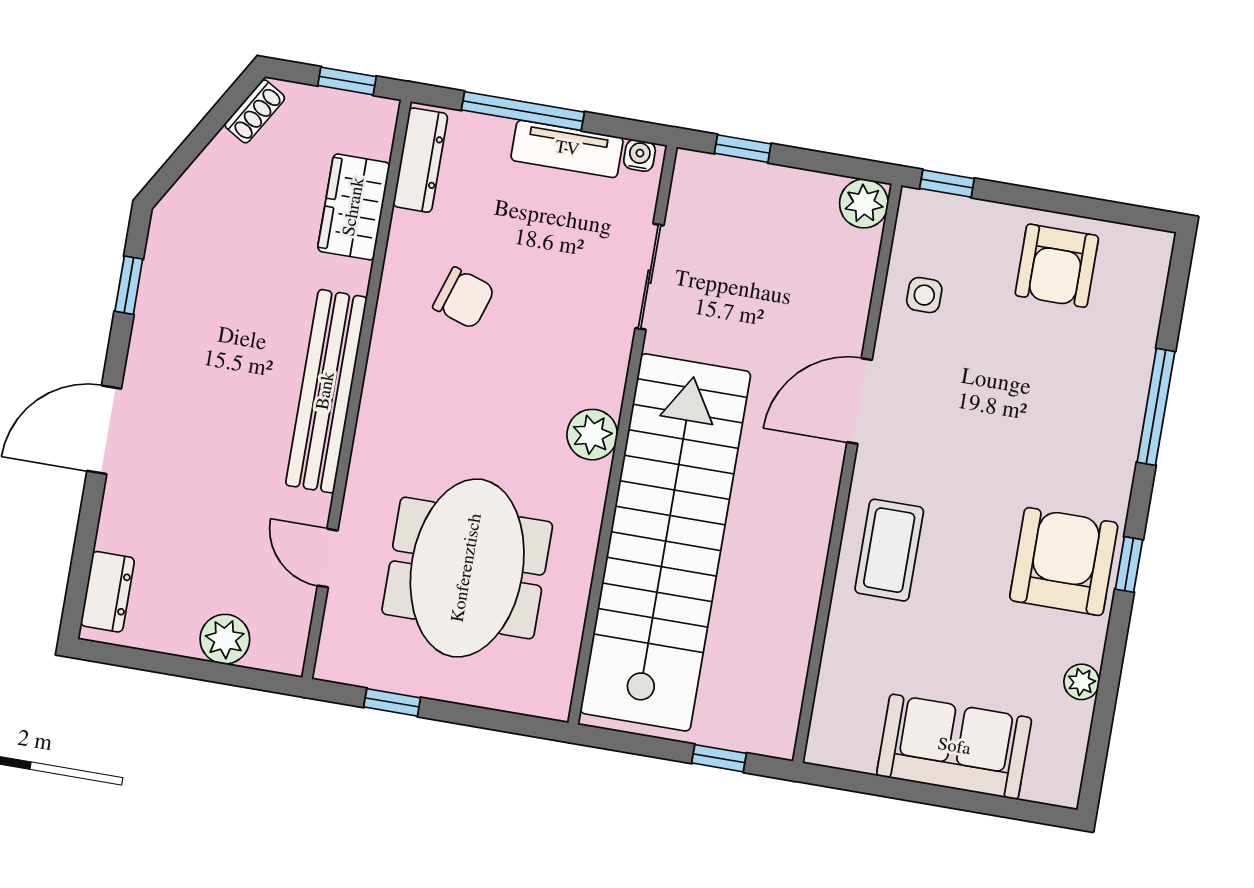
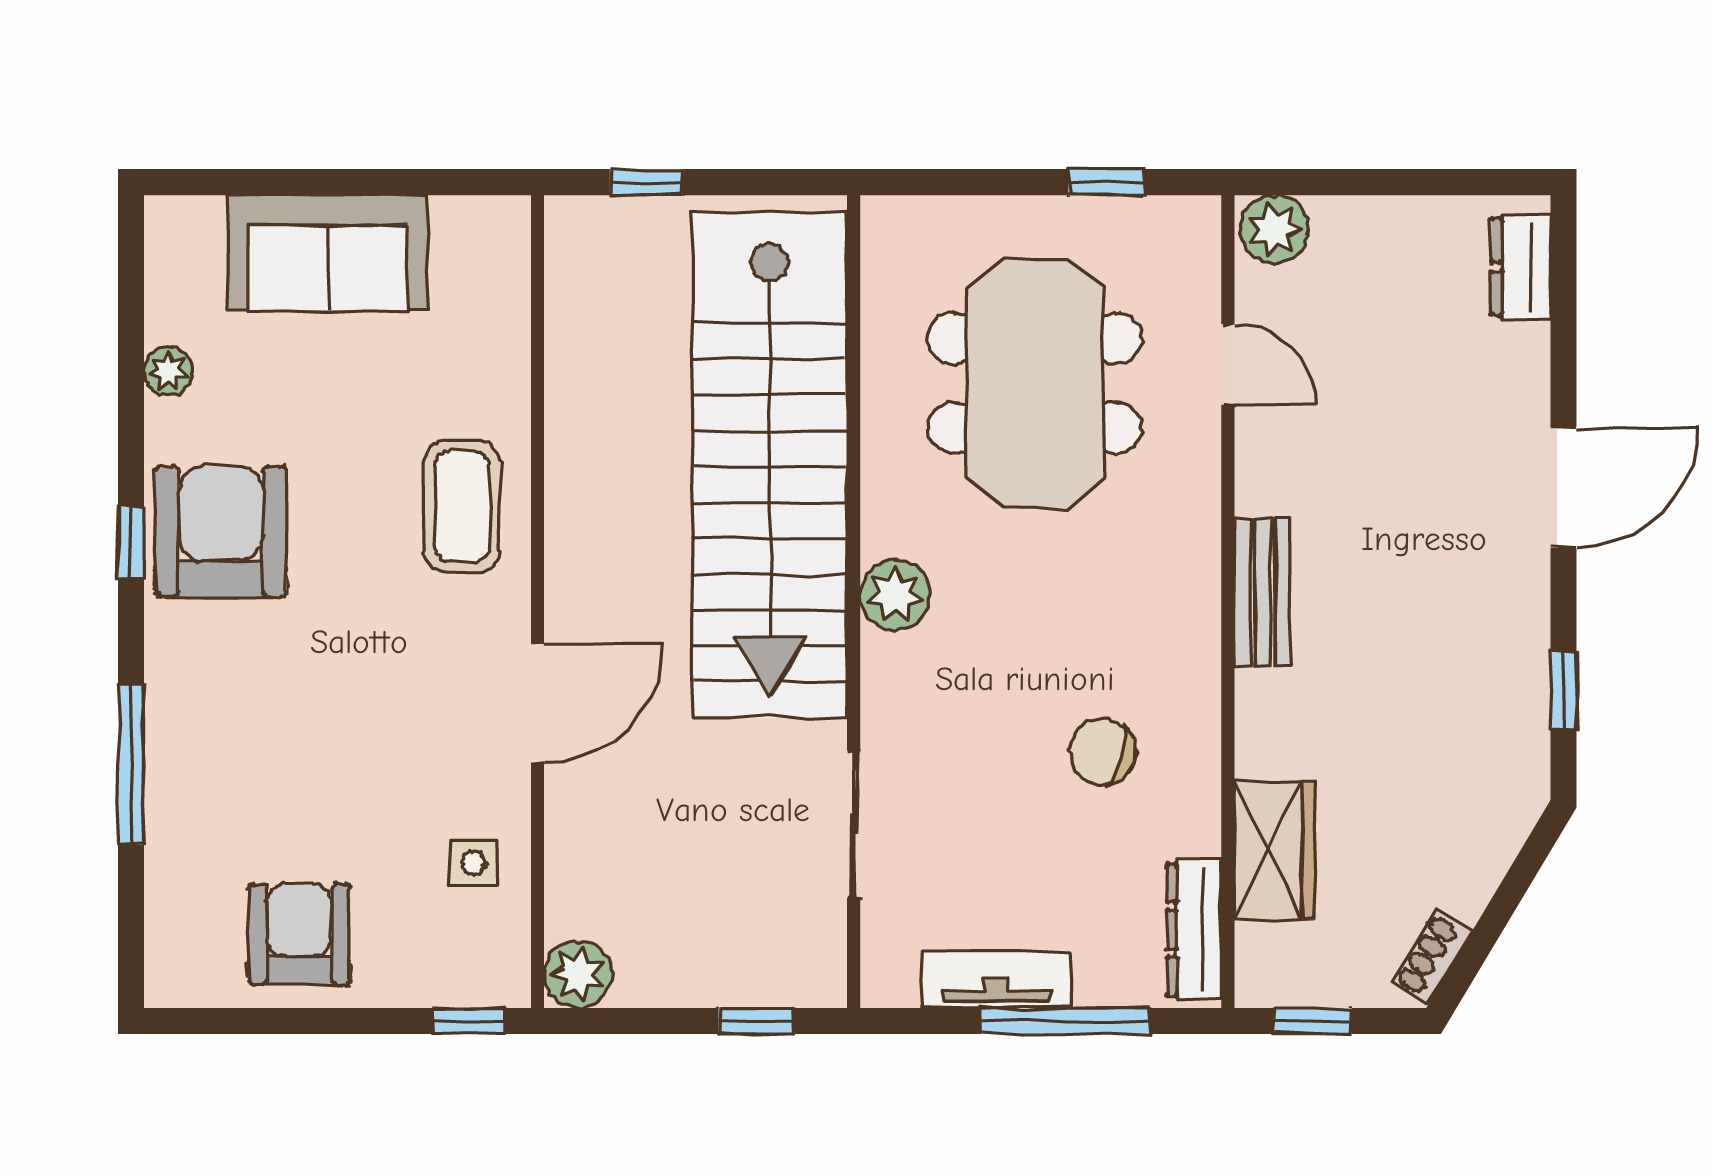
water cooler: (640, 155) -> (896, 987), removed
bench: (326, 391) -> (1263, 592), width x0.54, depth x0.82
armchair: (1064, 562) -> (221, 531), turned 180
plant: (225, 639) -> (1274, 229), moved

